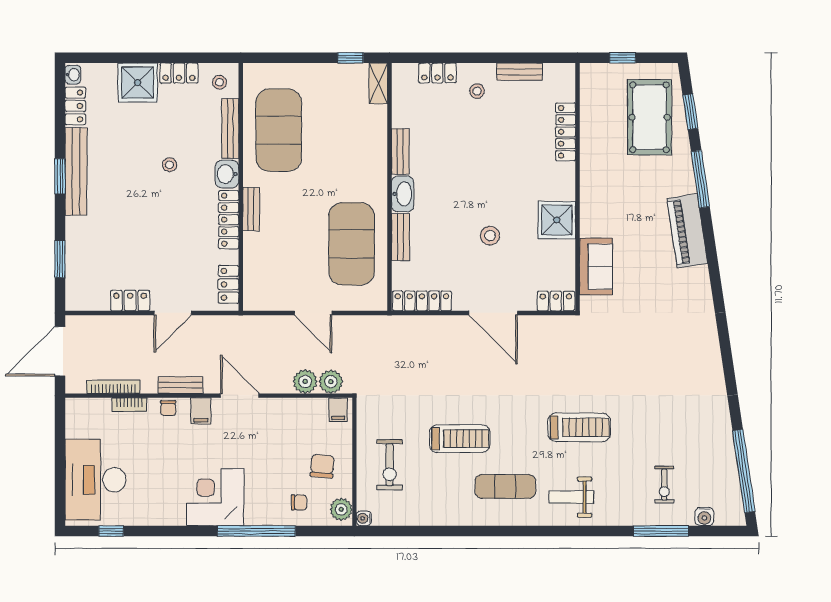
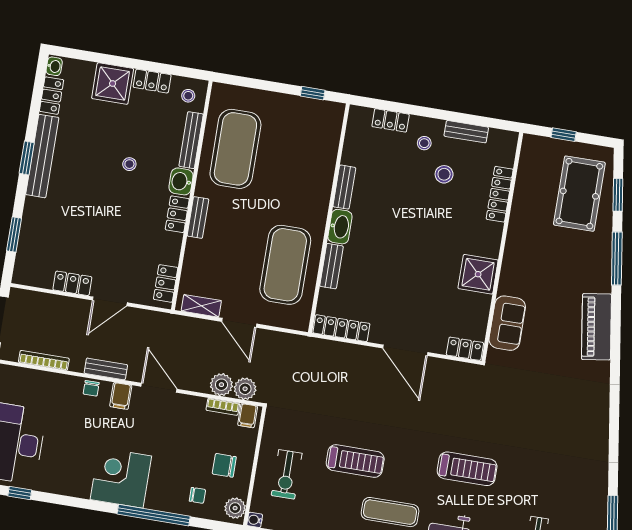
shelving: (378, 83) -> (201, 306), moved, turned 90
locker: (229, 220) -> (177, 214), width x0.66
piano: (687, 231) -> (596, 327), moved
stool: (490, 236) -> (444, 174), moved
bookcase: (129, 405) -> (223, 407), moved
chair: (322, 466) -> (224, 465), turned -95

